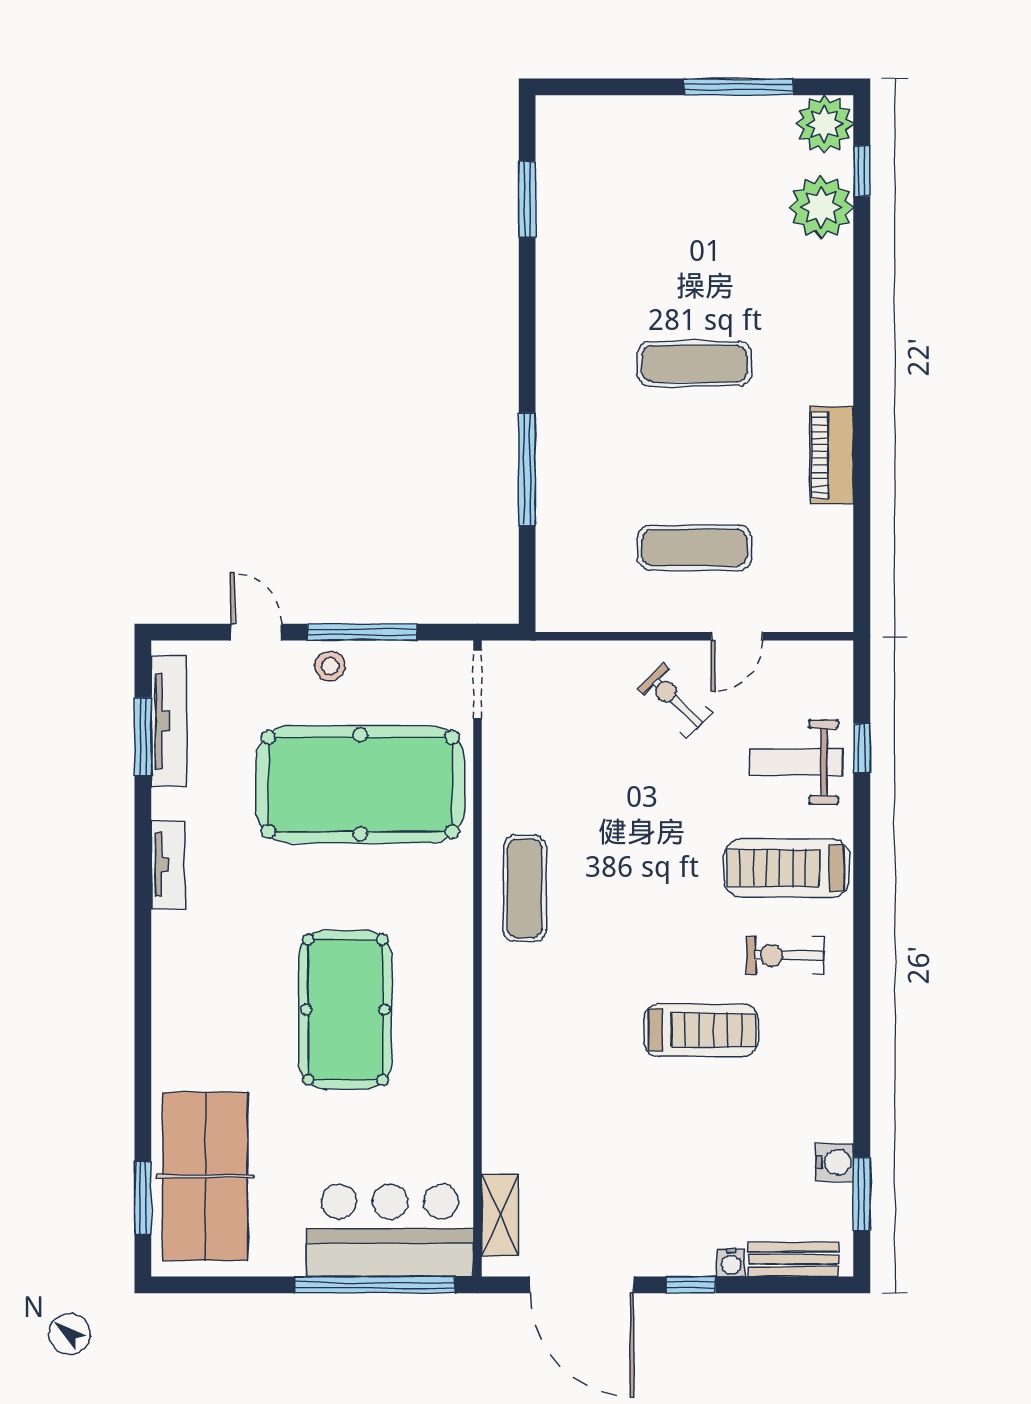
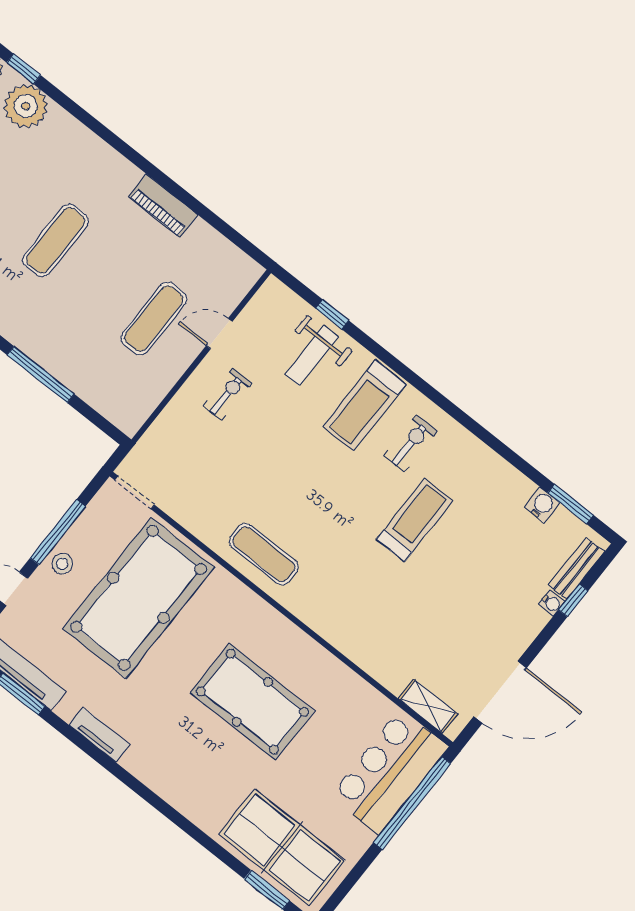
door: (737, 636) -> (219, 334), swing flipped
exercise bike: (675, 701) -> (227, 394), turned 135
exercise bike: (785, 956) -> (411, 443), turned 180
window: (691, 1285) -> (573, 600), moved

